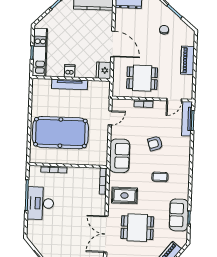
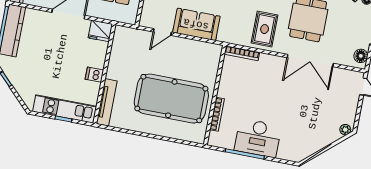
tv unit: (70, 84) -> (107, 102), moved
door: (110, 118) -> (162, 32), swing flipped
pool table: (60, 133) -> (171, 99), turned 90
sofa: (120, 156) -> (196, 24), moved

